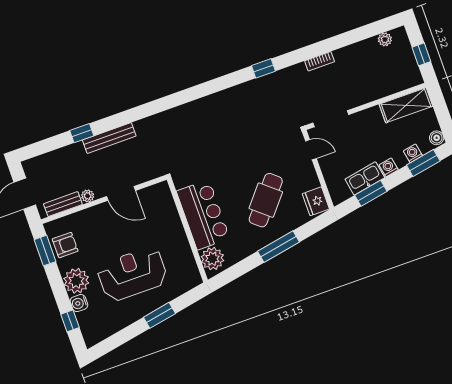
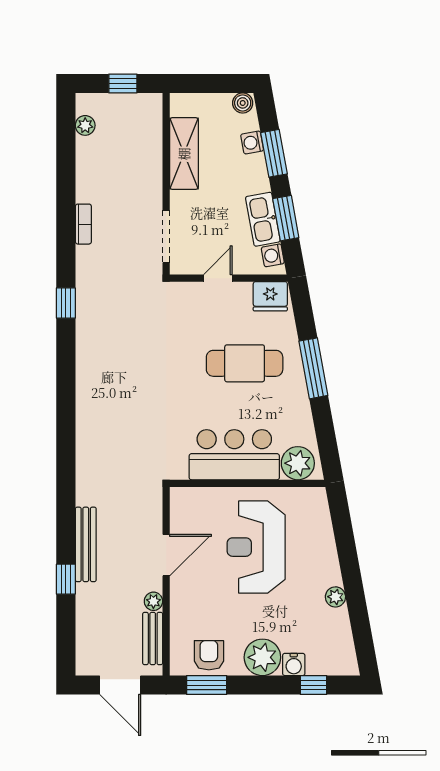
shelving: (406, 105) -> (184, 154), moved
door: (311, 150) -> (218, 278), moved
window: (423, 163) -> (274, 153), moved
washing machine: (389, 167) -> (273, 255), moved
cafe table: (266, 200) -> (245, 363), turned -40
reception desk: (132, 274) -> (256, 547), moved
plant: (133, 315) -> (335, 597), added
window: (159, 315) -> (349, 562), removed

